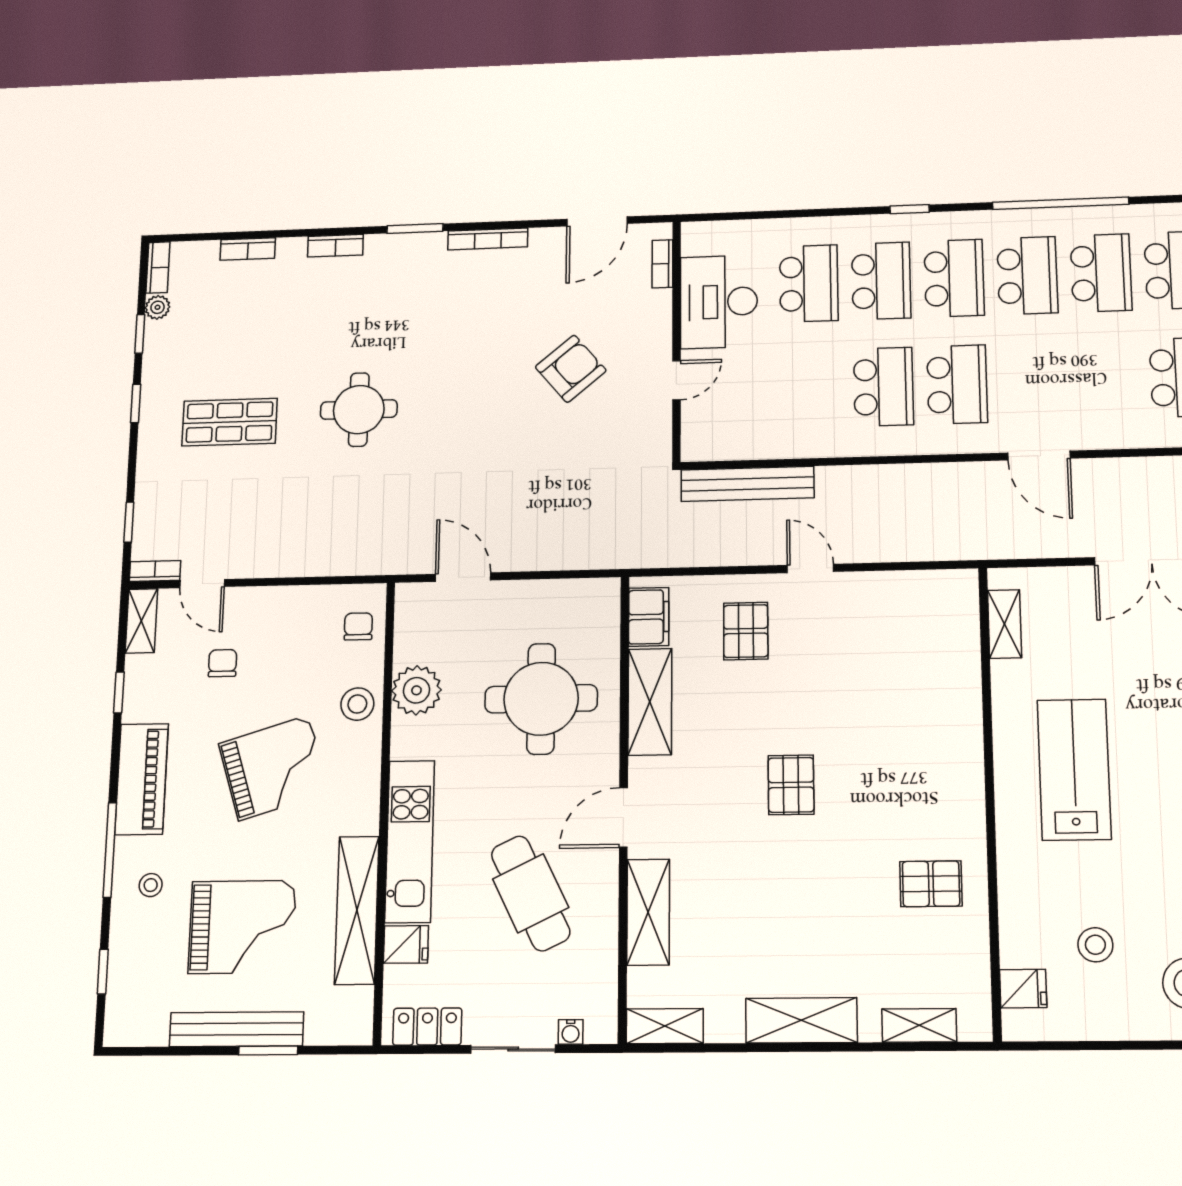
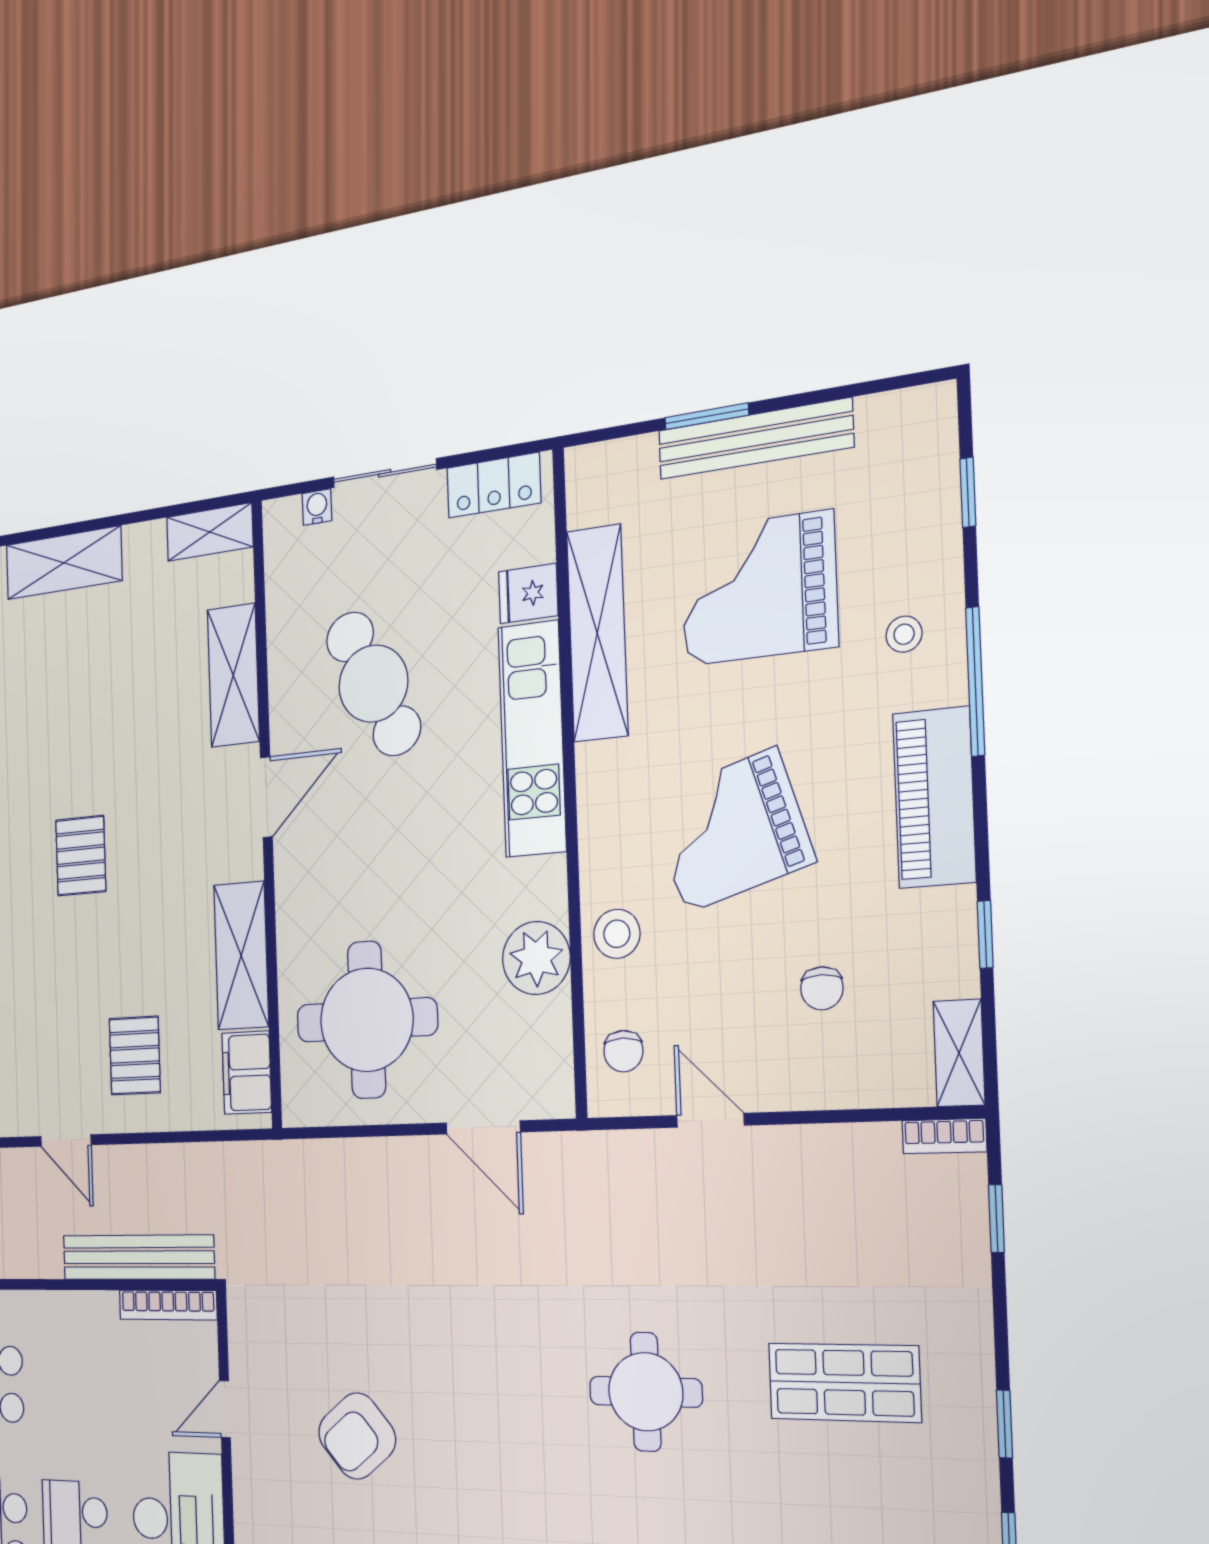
bookcase: (722, 451) -> (168, 1305), added
door: (202, 584) -> (710, 1120), moved
round table: (541, 699) -> (367, 1020), moved

